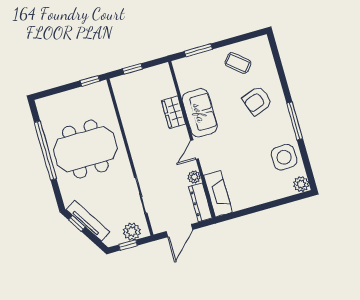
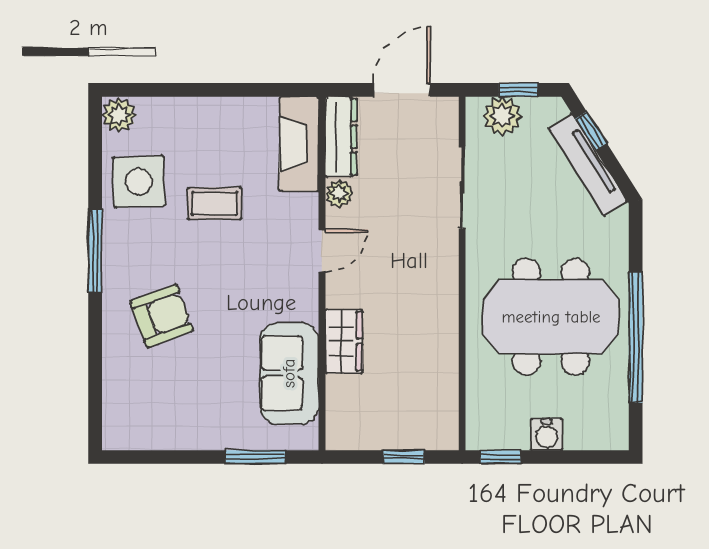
coffee table: (238, 63) -> (214, 204), moved, turned -40
water cooler: (73, 97) -> (547, 434), added
sofa: (200, 113) -> (289, 373), moved
window: (77, 223) -> (591, 131), moved

